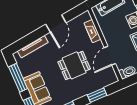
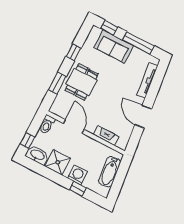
dining table: (74, 65) -> (82, 82), moved

